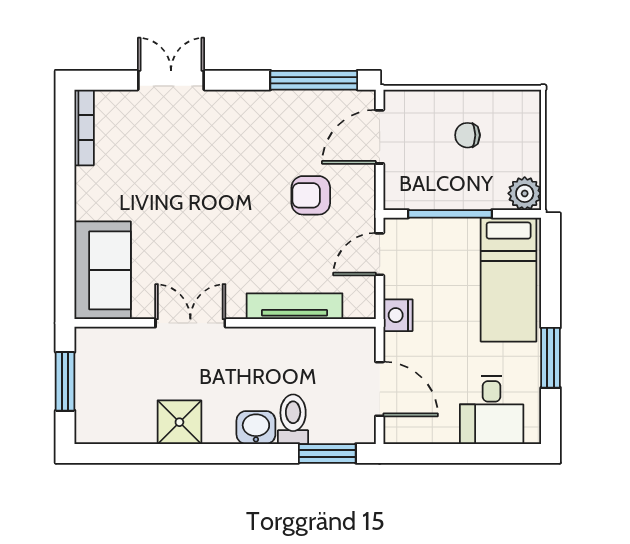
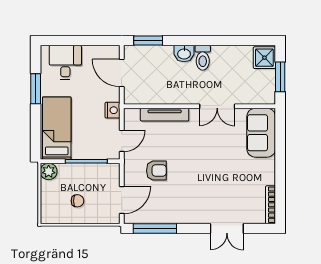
toilet: (293, 419) -> (203, 58), moved
shower: (179, 422) -> (264, 58), moved

